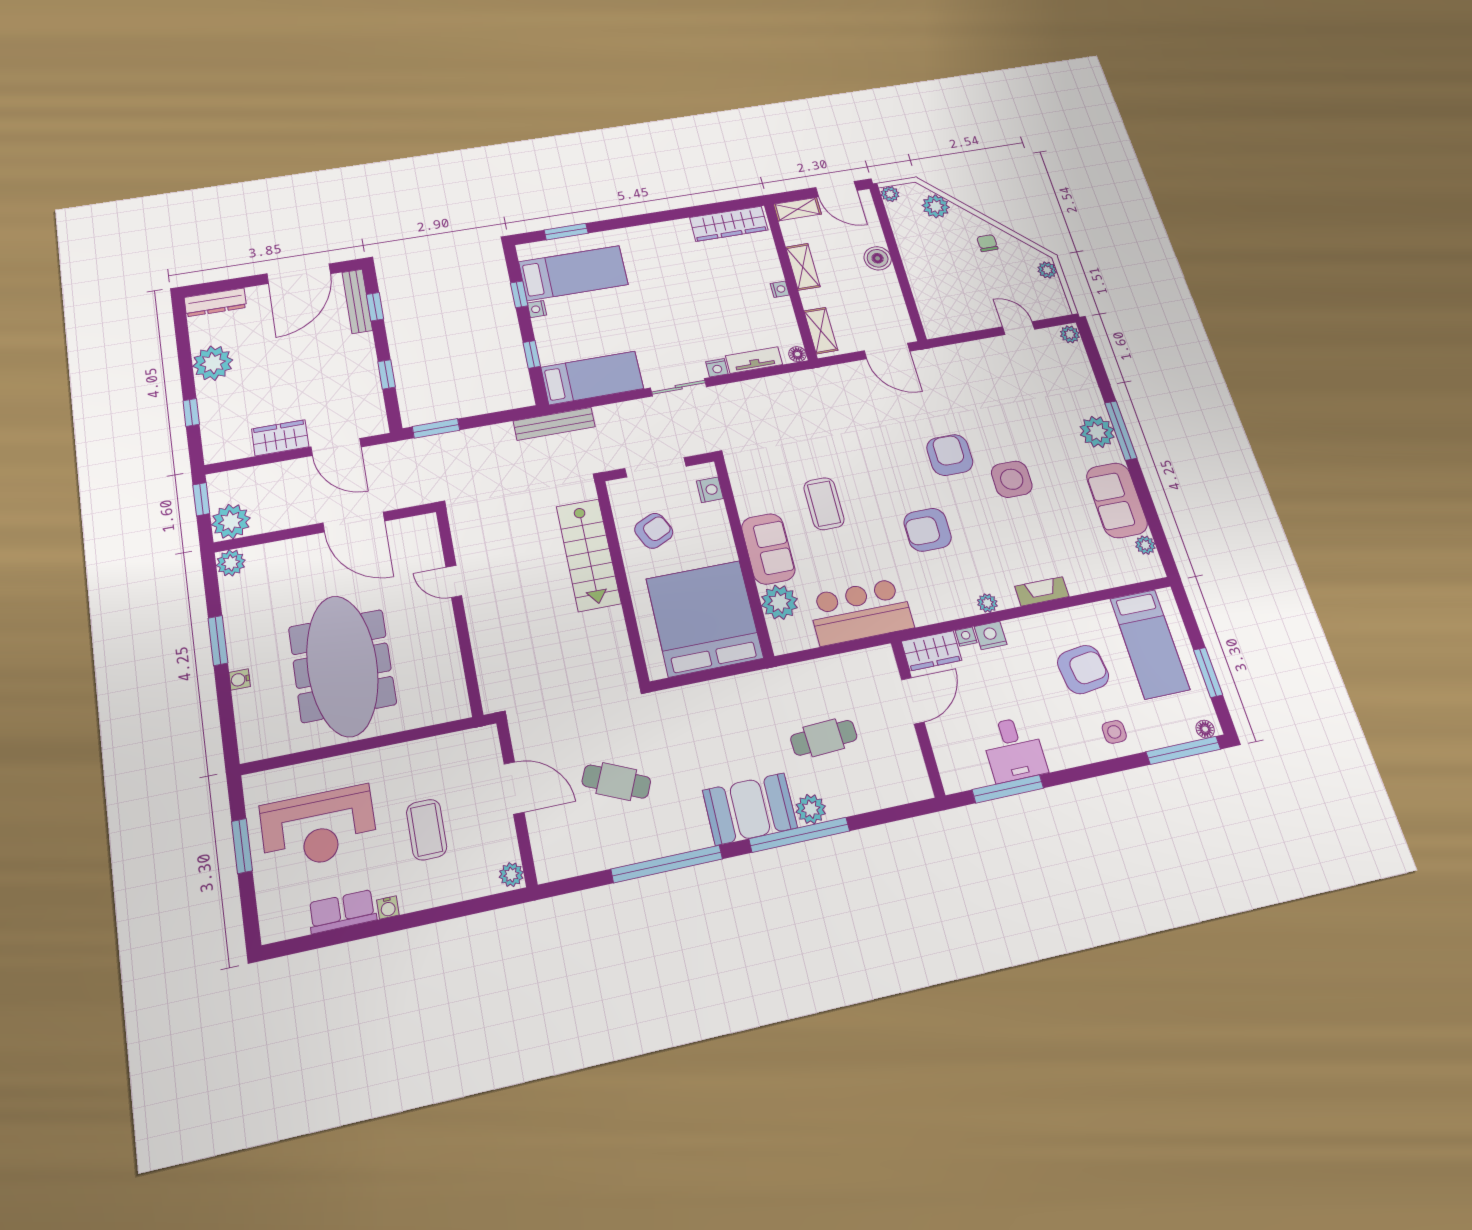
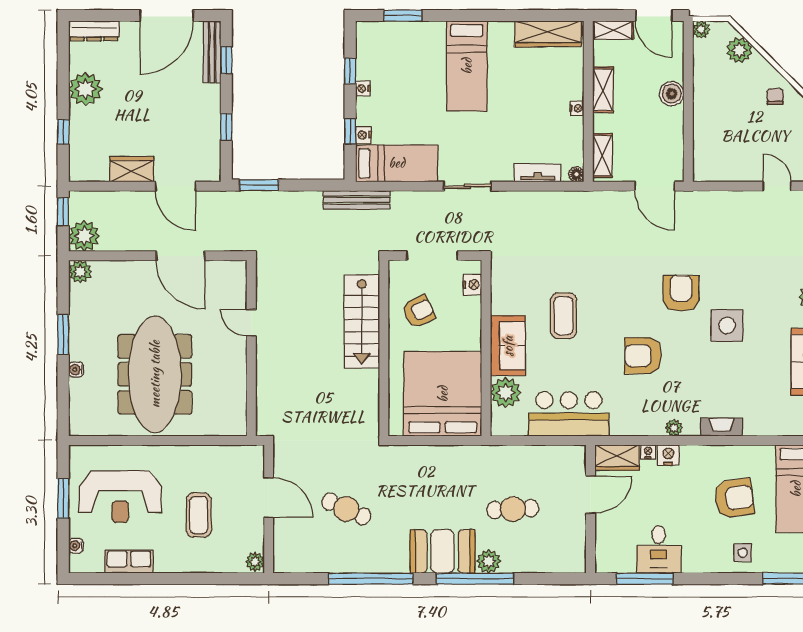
bed: (573, 273) -> (467, 66), moved, turned 90
nightstand: (717, 368) -> (363, 135), moved, turned 90
water cooler: (388, 908) -> (76, 546), moved, turned 90

